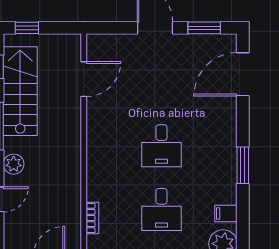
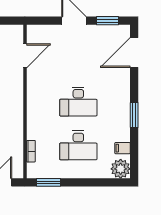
desk: (162, 146) -> (78, 102), width x1.37
desk: (162, 209) -> (78, 145), width x1.37

